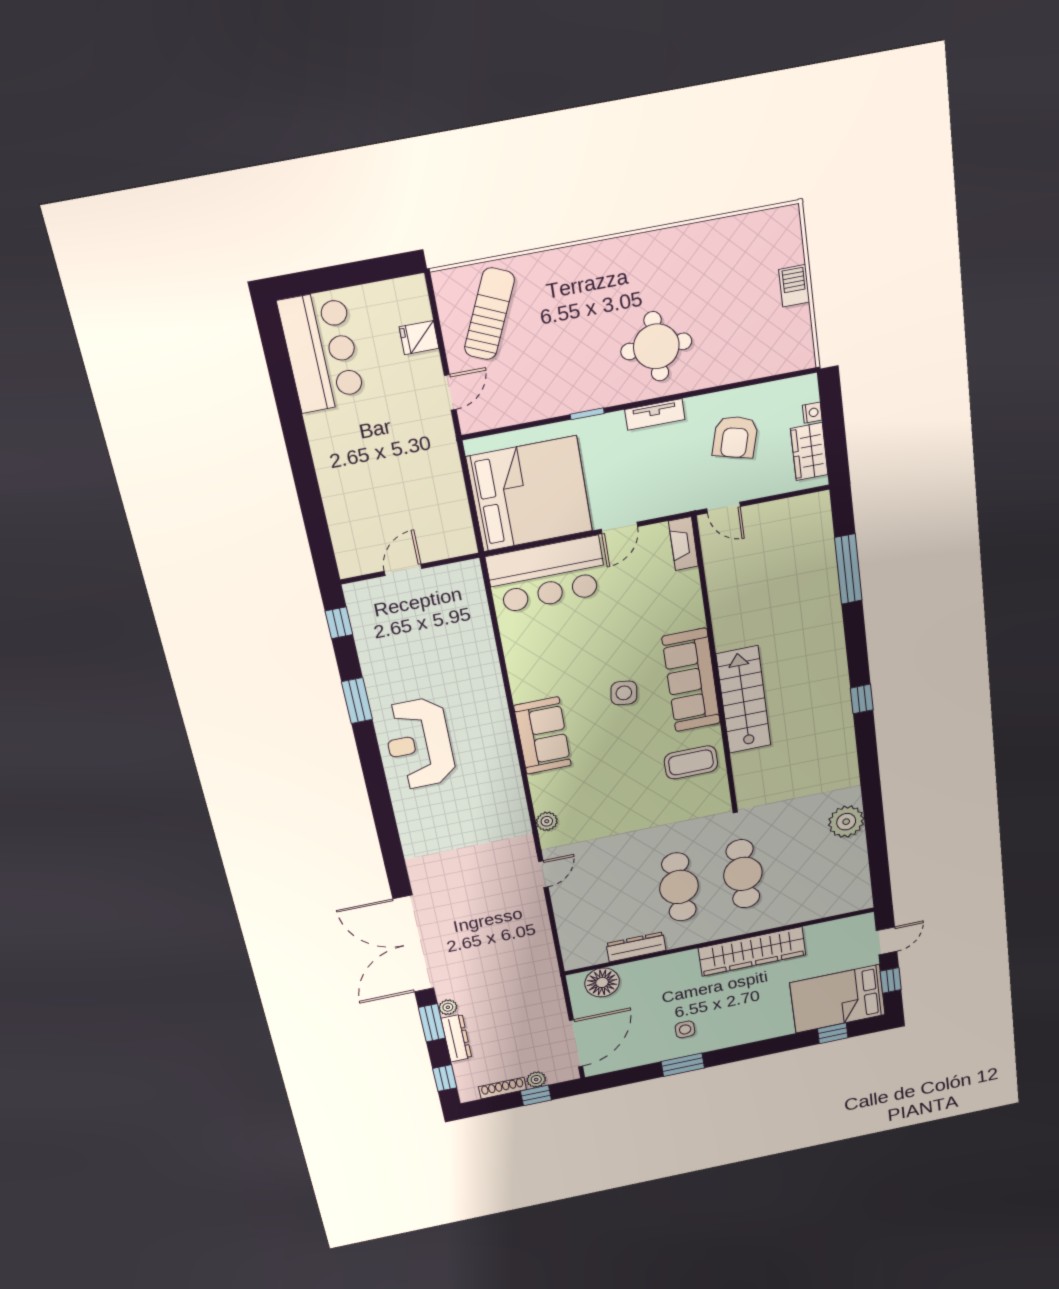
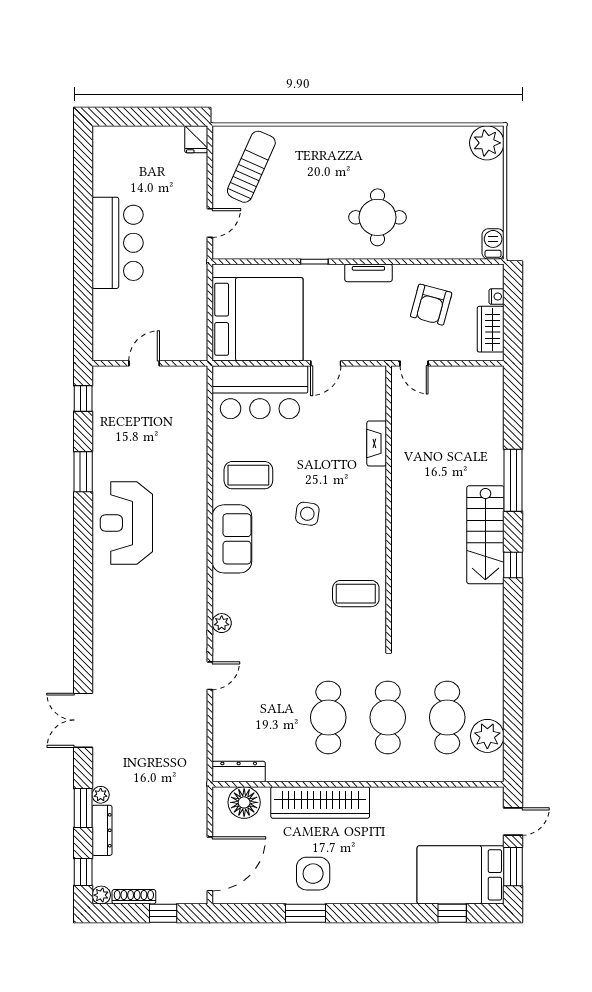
plant: (780, 229) -> (487, 143), added
barbecue: (794, 286) -> (493, 244), moved
fridge: (419, 338) -> (196, 139), moved, turned -90
bar counter: (322, 352) -> (118, 243), moved
fireplace: (683, 544) -> (377, 443), moved
window: (848, 569) -> (513, 480), moved
coffee table: (549, 666) -> (248, 475), added
sofa: (691, 680) -> (367, 514), removed
stairs: (744, 700) -> (485, 535), moved, turned 180
plant: (846, 822) -> (487, 736), moved
cafe table: (807, 861) -> (447, 717), added
double door: (413, 944) -> (83, 720), width x0.54
dresser: (636, 947) -> (239, 772), moved
wardrobe: (752, 951) -> (320, 802), moved
window: (891, 980) -> (513, 867), width x1.50
side table: (685, 1029) -> (313, 874), width x1.87, depth x1.87
plant: (536, 1080) -> (101, 895), moved

